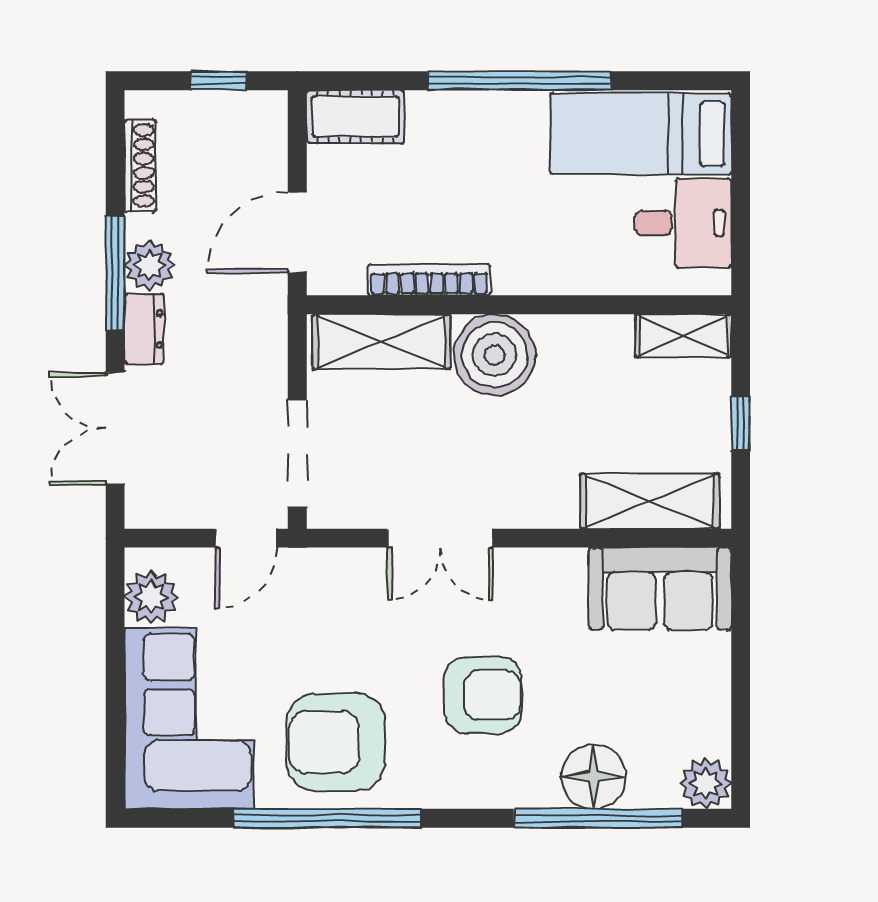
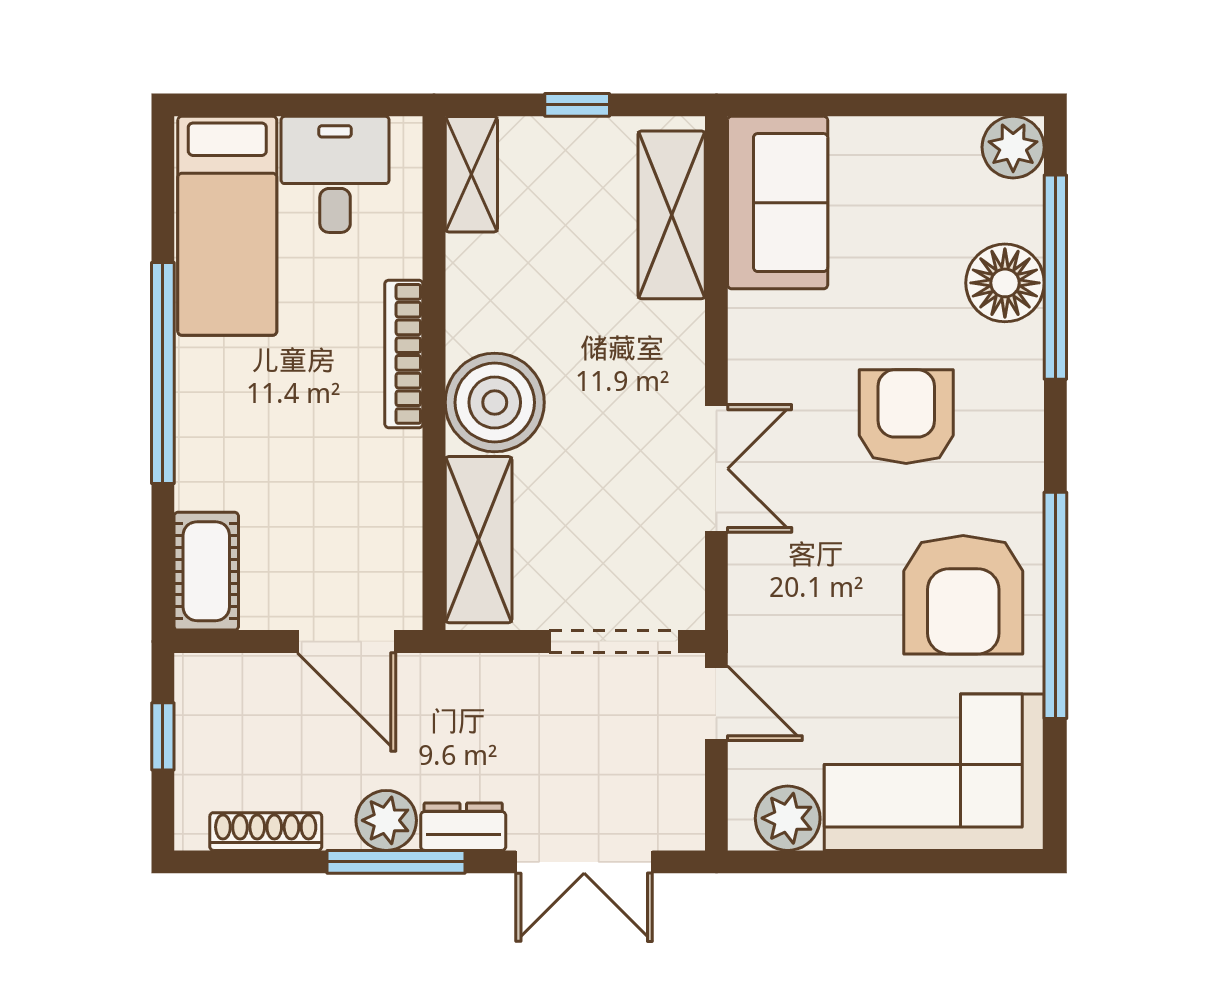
bookcase: (429, 280) -> (404, 354), moved

